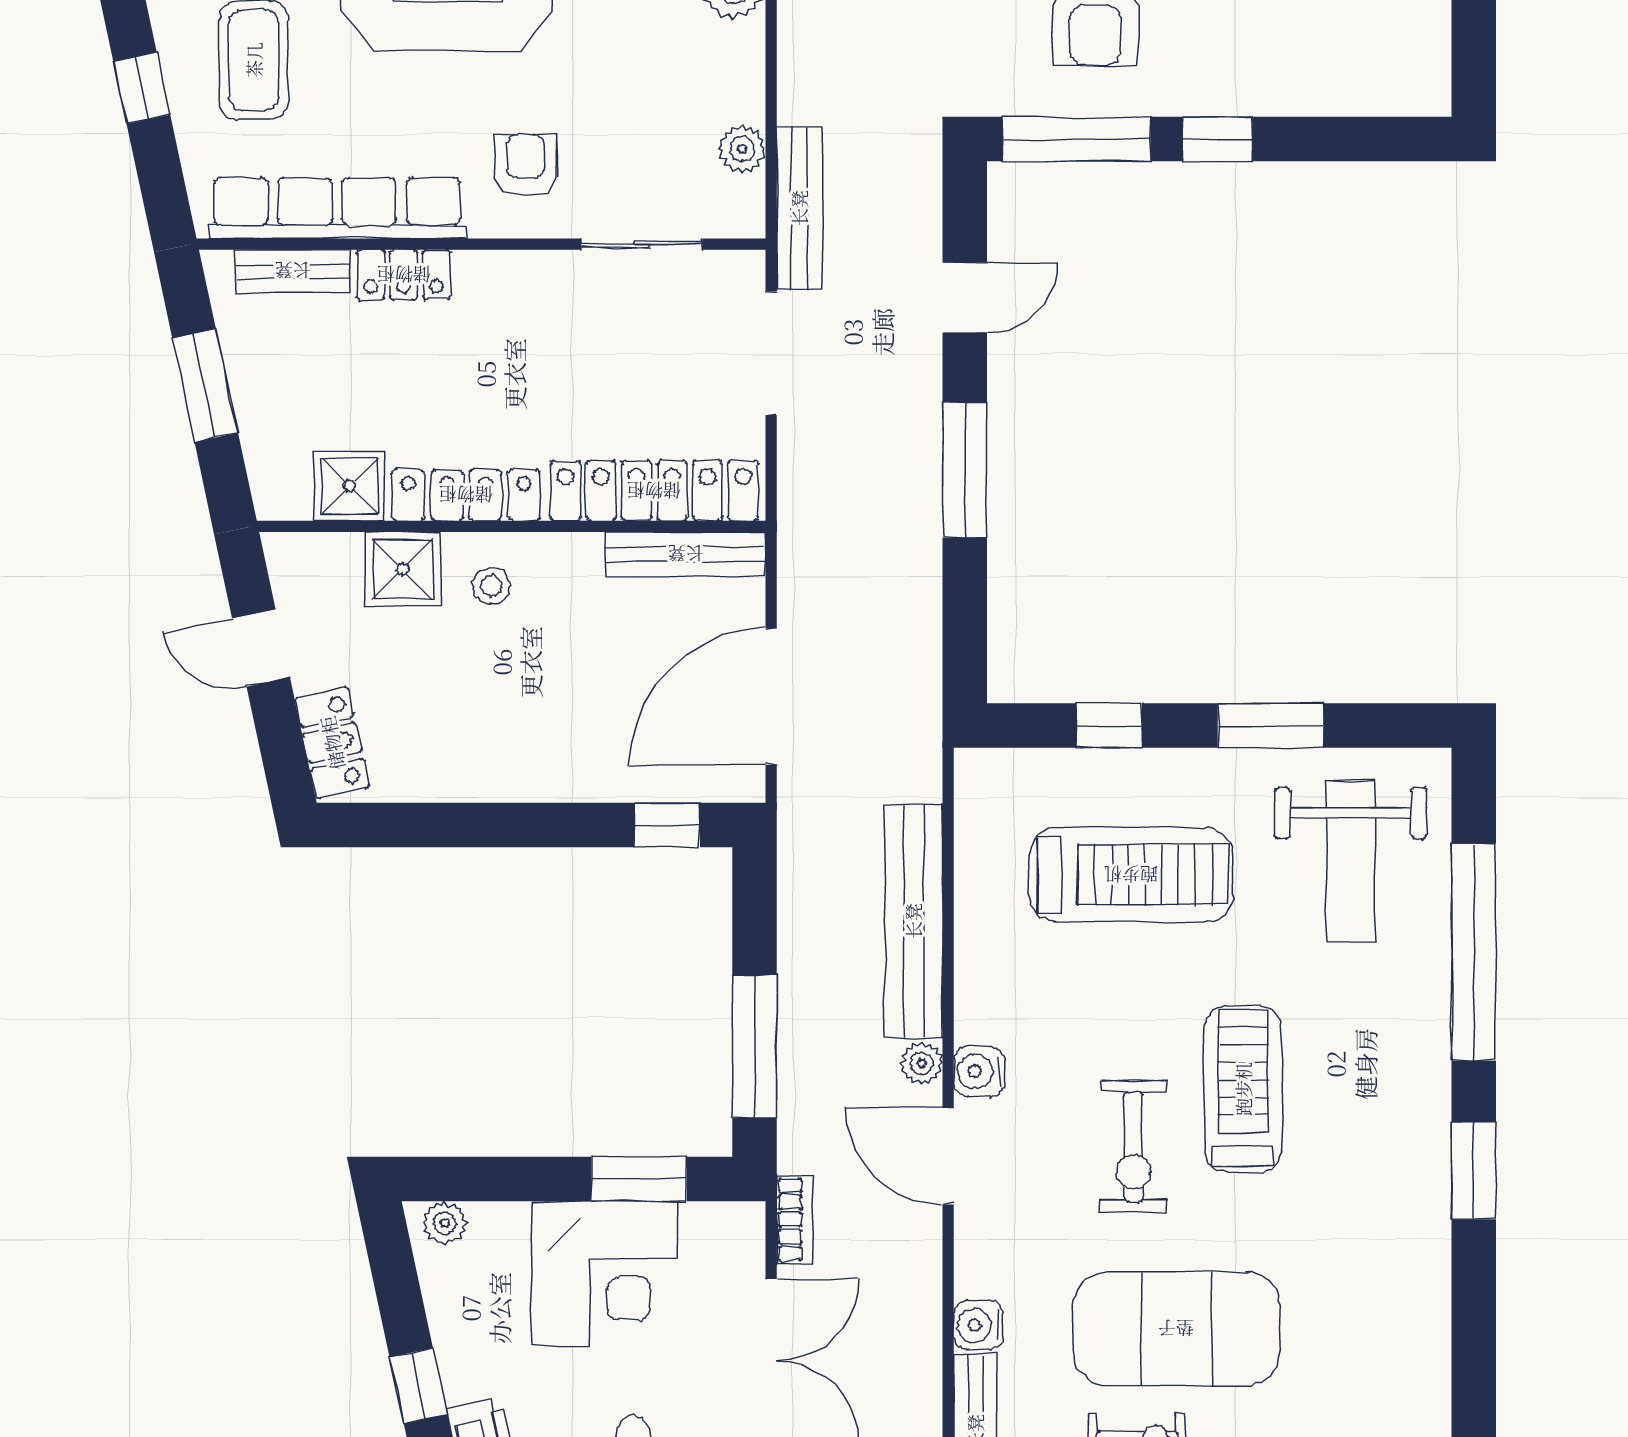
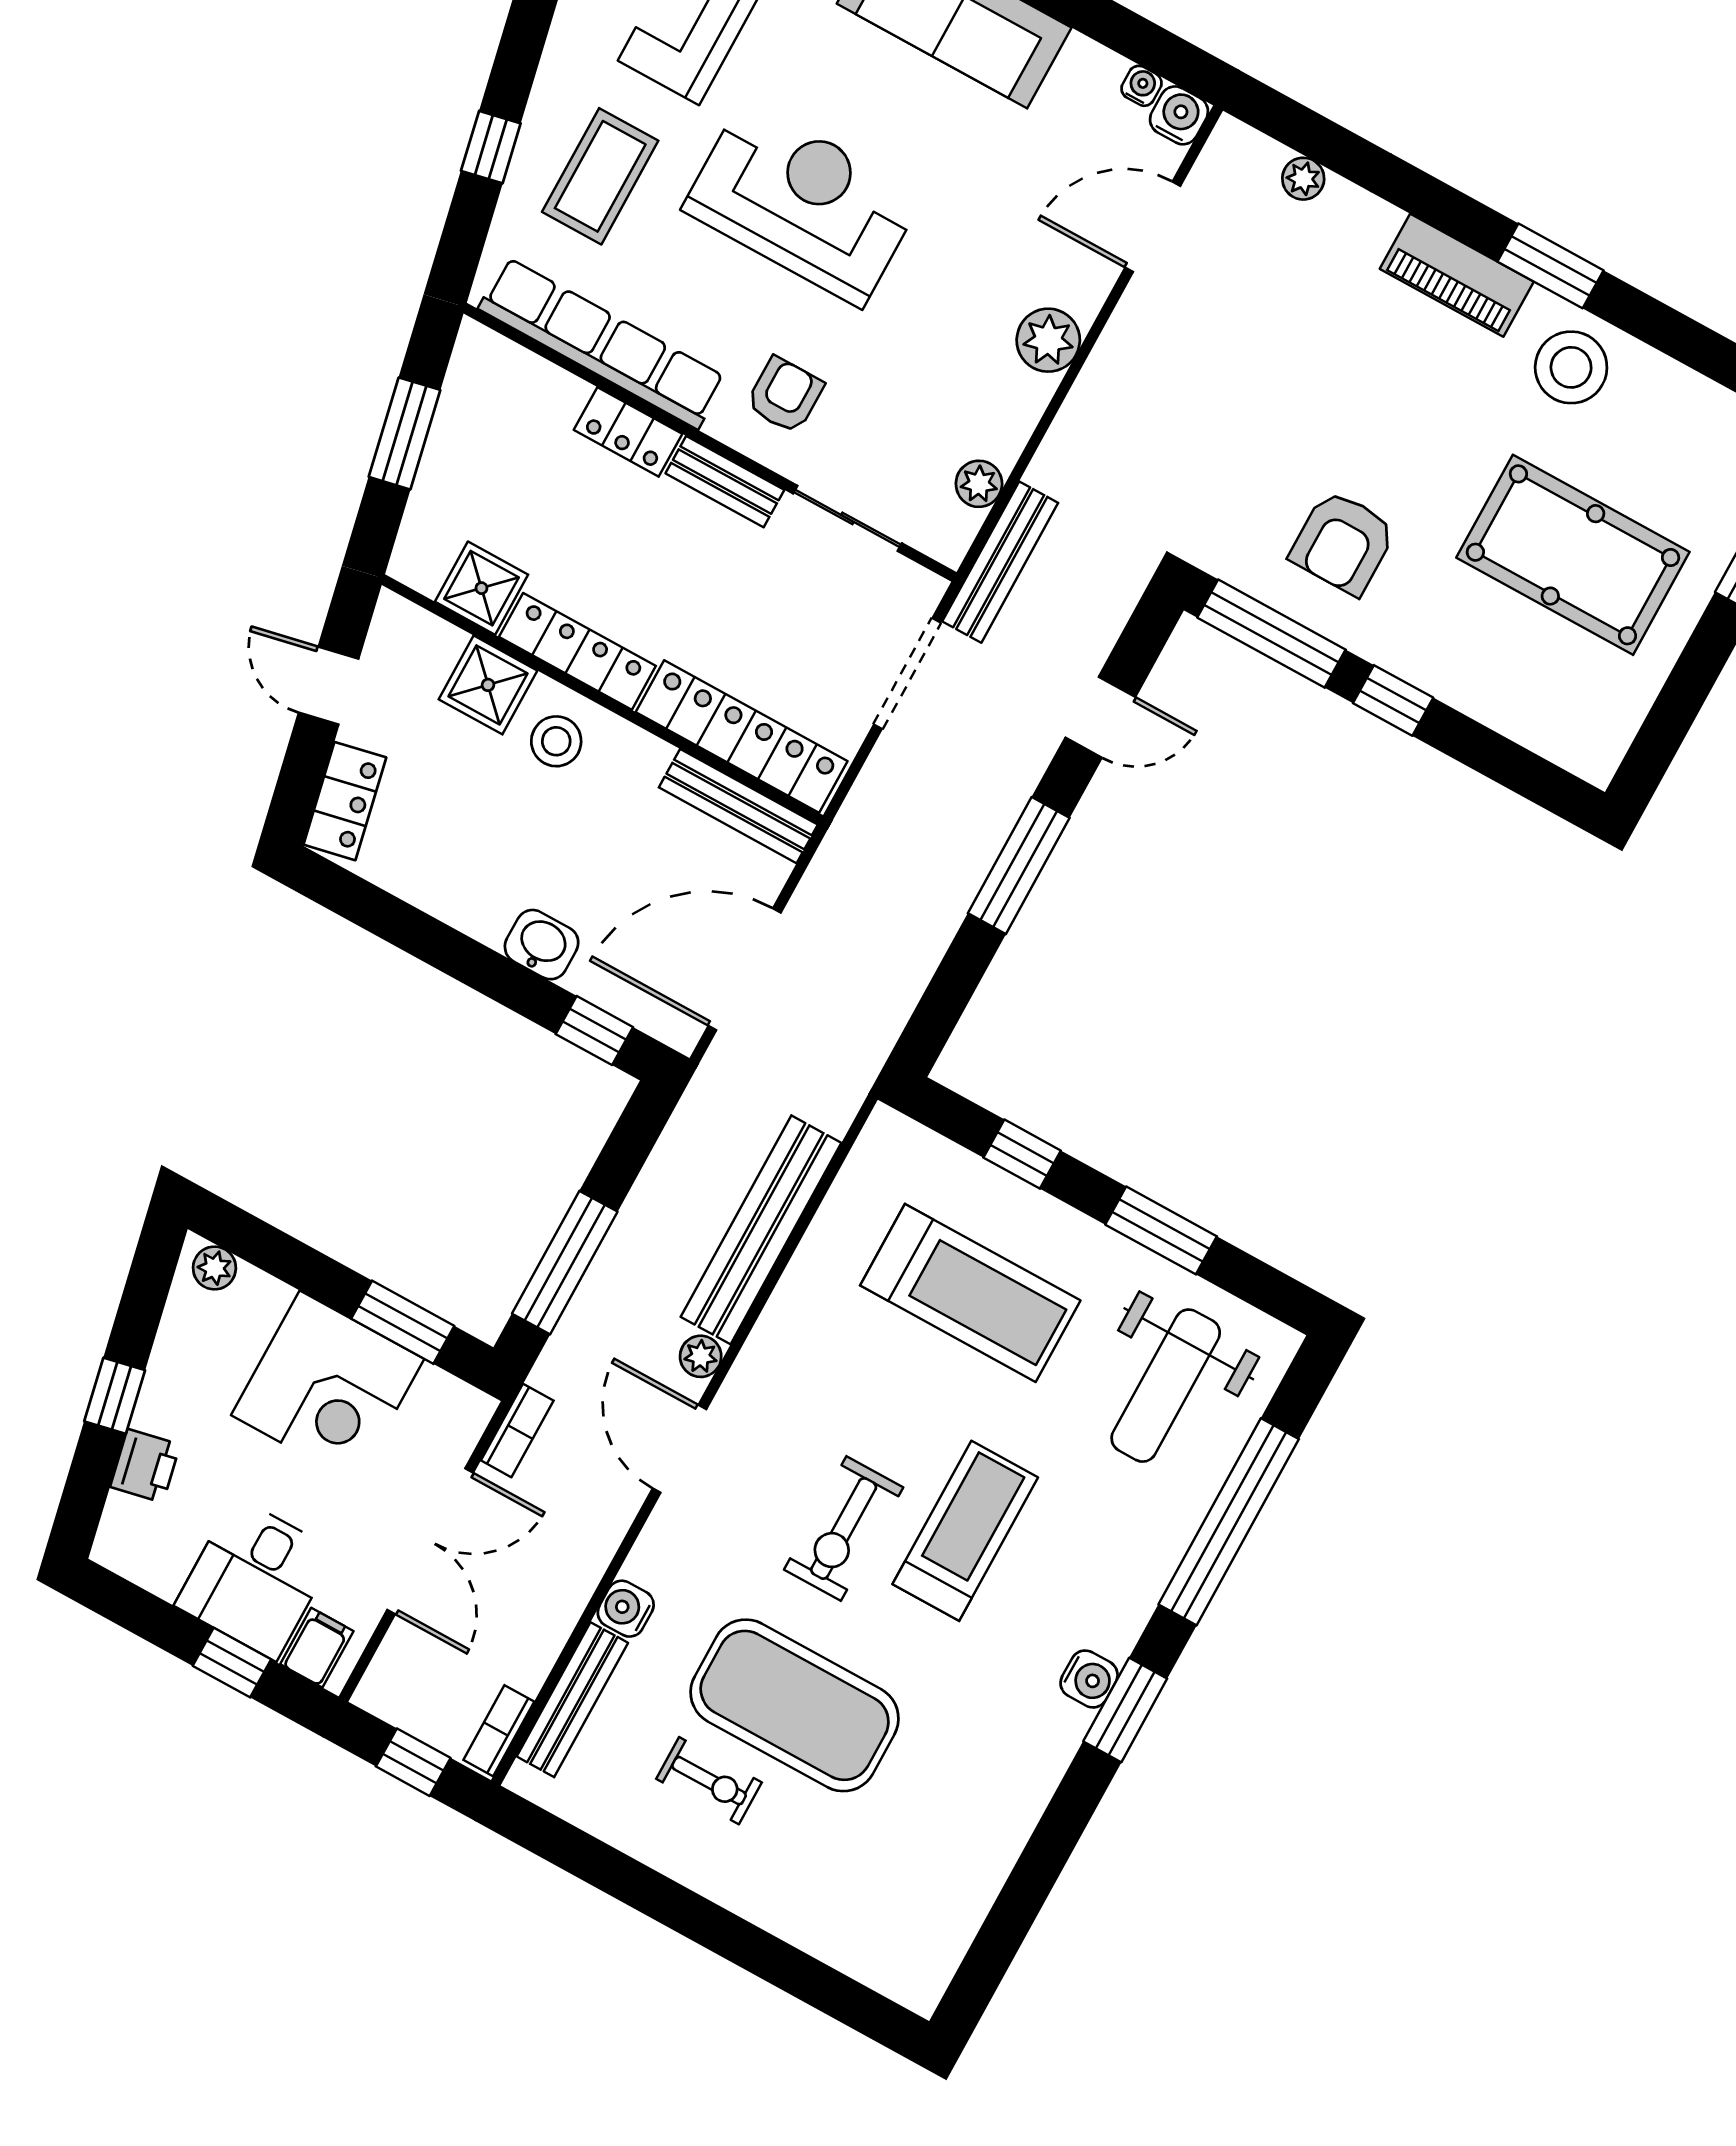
bench: (293, 271) -> (725, 482), moved
stool: (491, 586) -> (556, 741), width x1.37, depth x1.37
washbasin: (578, 774) -> (542, 945), added
water cooler: (979, 1071) -> (1089, 1679), moved, turned 180

